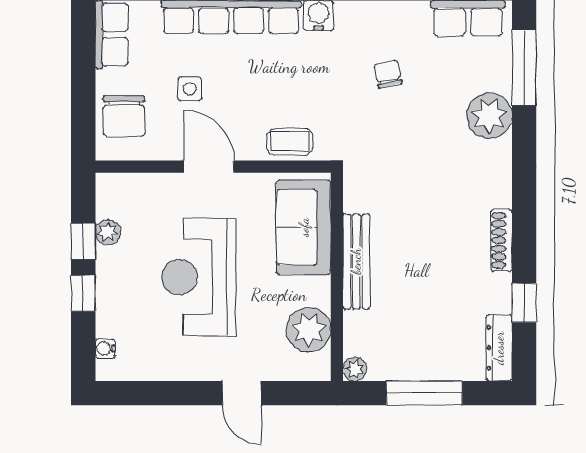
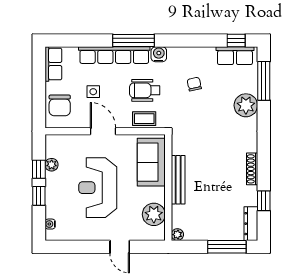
wheelchair: (291, 86) -> (145, 90), added
window: (424, 393) -> (227, 247), moved

